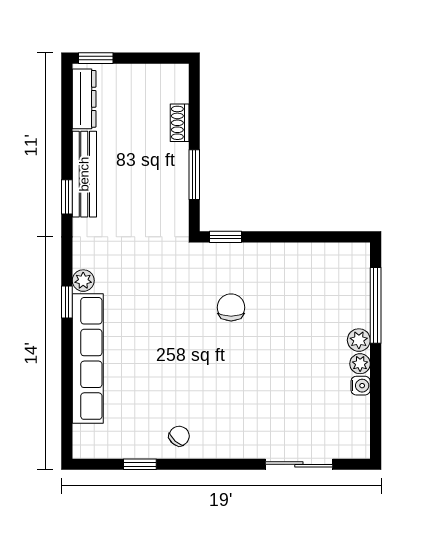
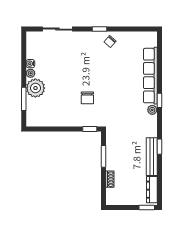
window: (376, 305) -> (24, 99), width x0.69
plant: (359, 340) -> (35, 88), width x1.87, depth x1.87
window: (140, 464) -> (100, 29), moved

